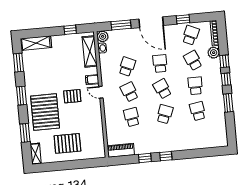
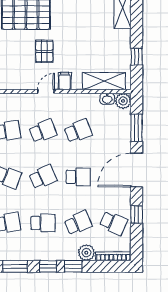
school desk: (127, 67) -> (78, 131), turned -45

